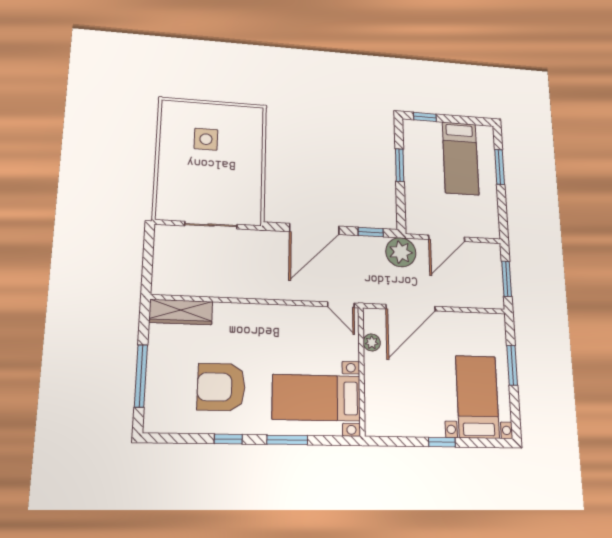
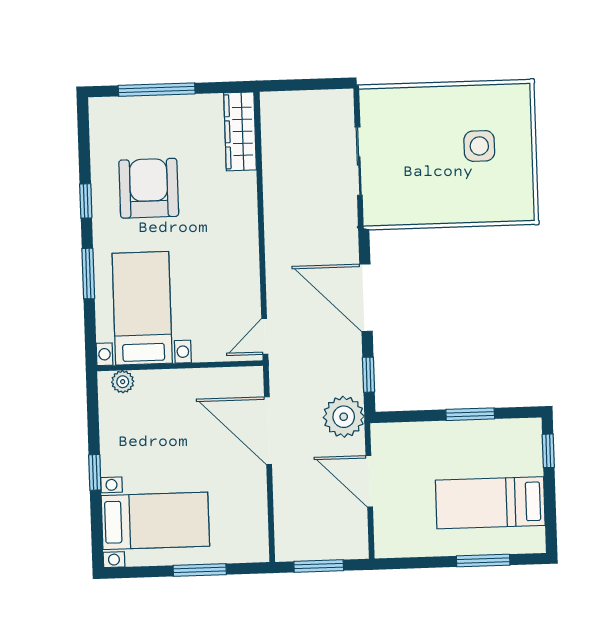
plant: (372, 342) -> (123, 382), moved

